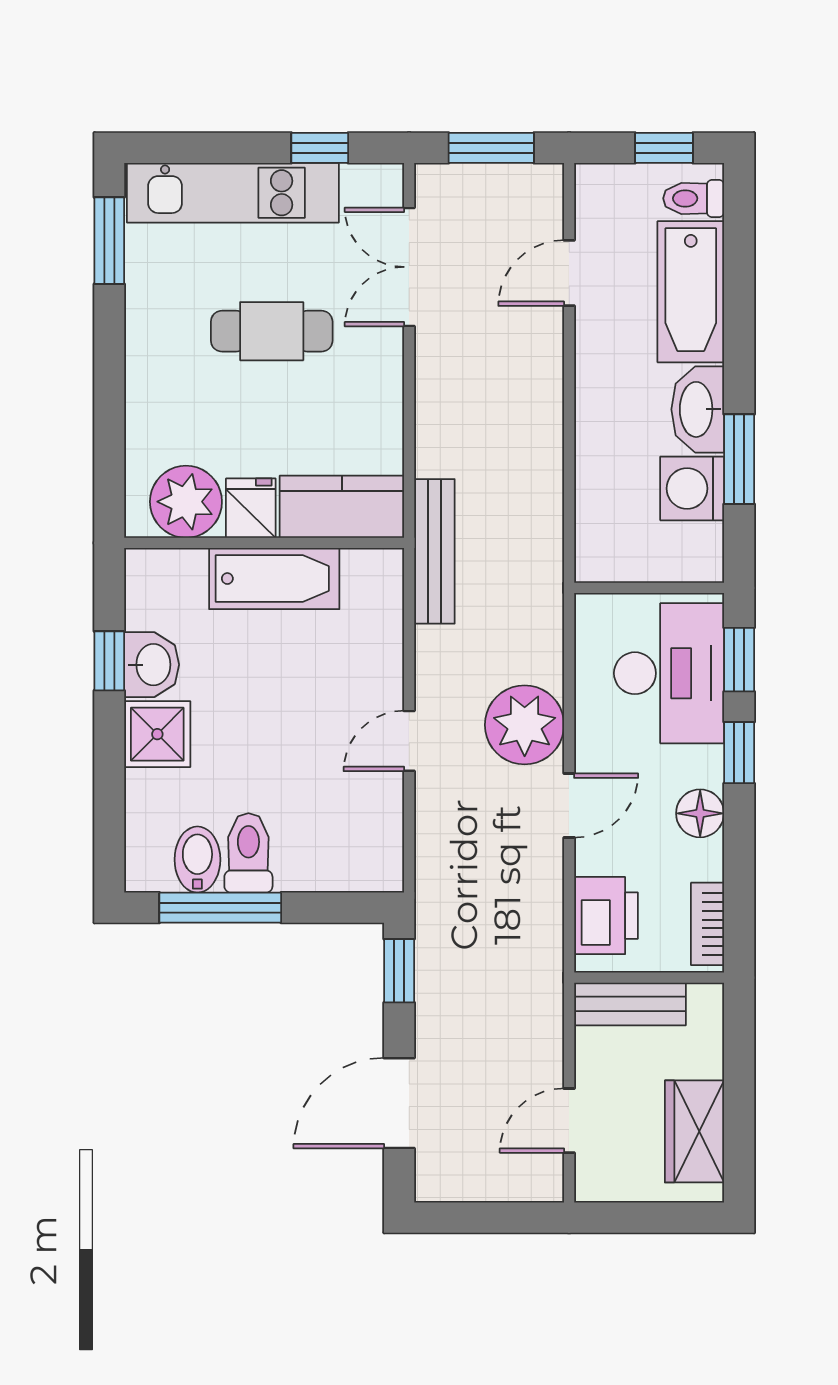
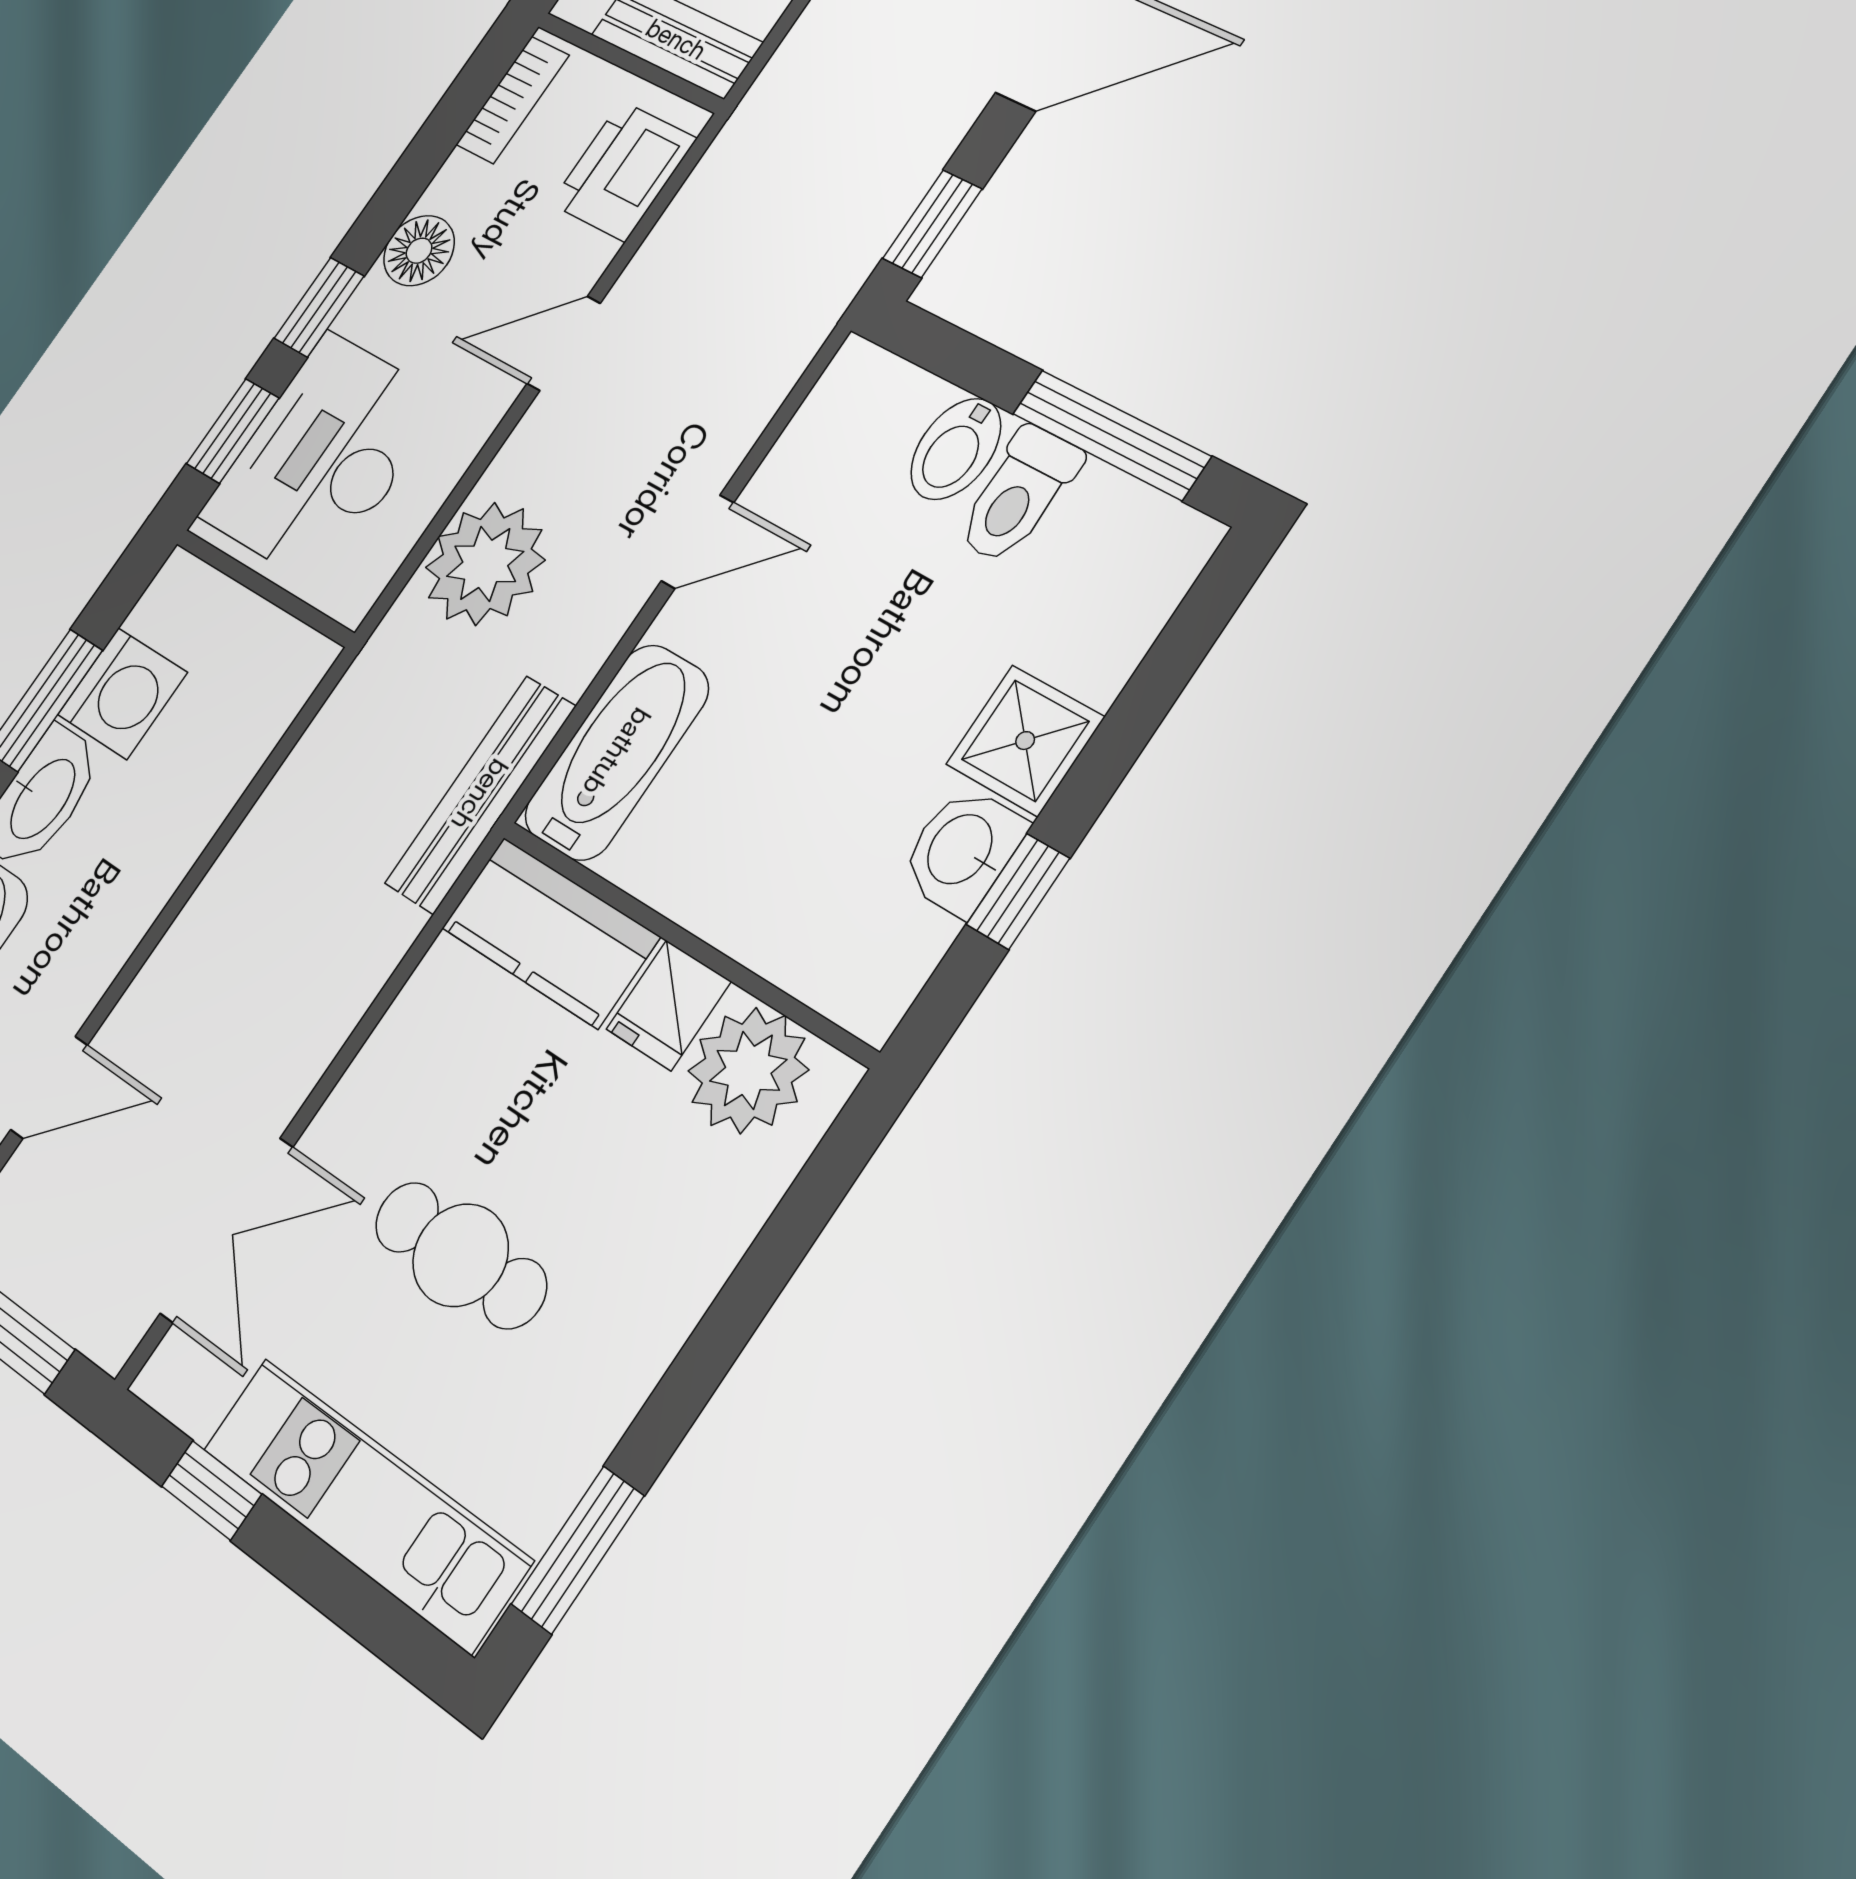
bathtub: (274, 579) -> (617, 752), moved, turned 90
plant: (525, 725) -> (485, 564), moved
bidet: (197, 860) -> (956, 449), moved

